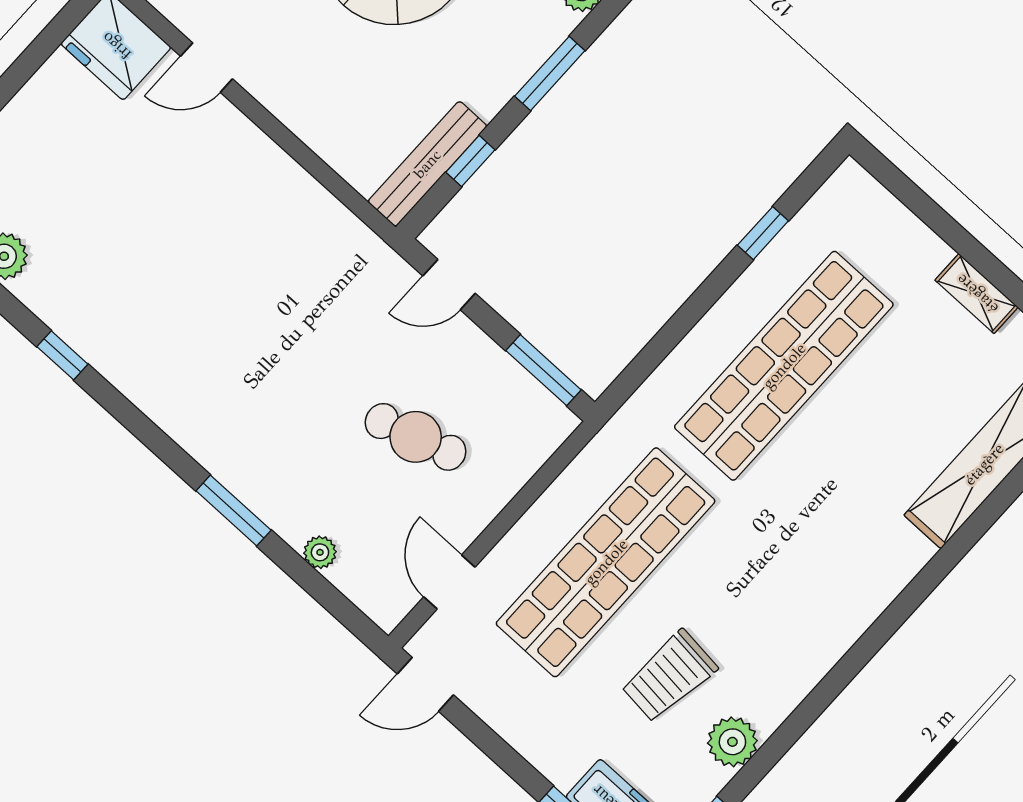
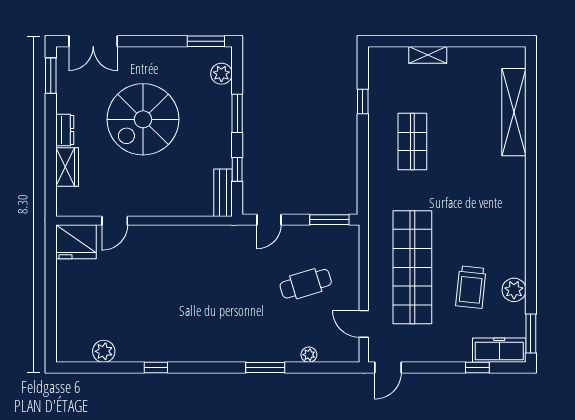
bench: (427, 164) -> (223, 193), width x0.73
shelving: (977, 294) -> (428, 55), moved
shop shelf: (784, 366) -> (412, 142), width x0.50, depth x0.74

